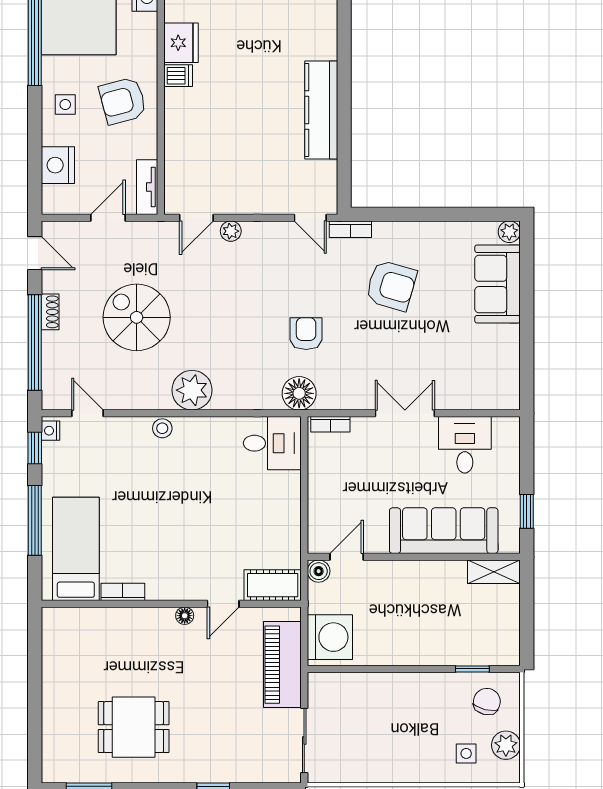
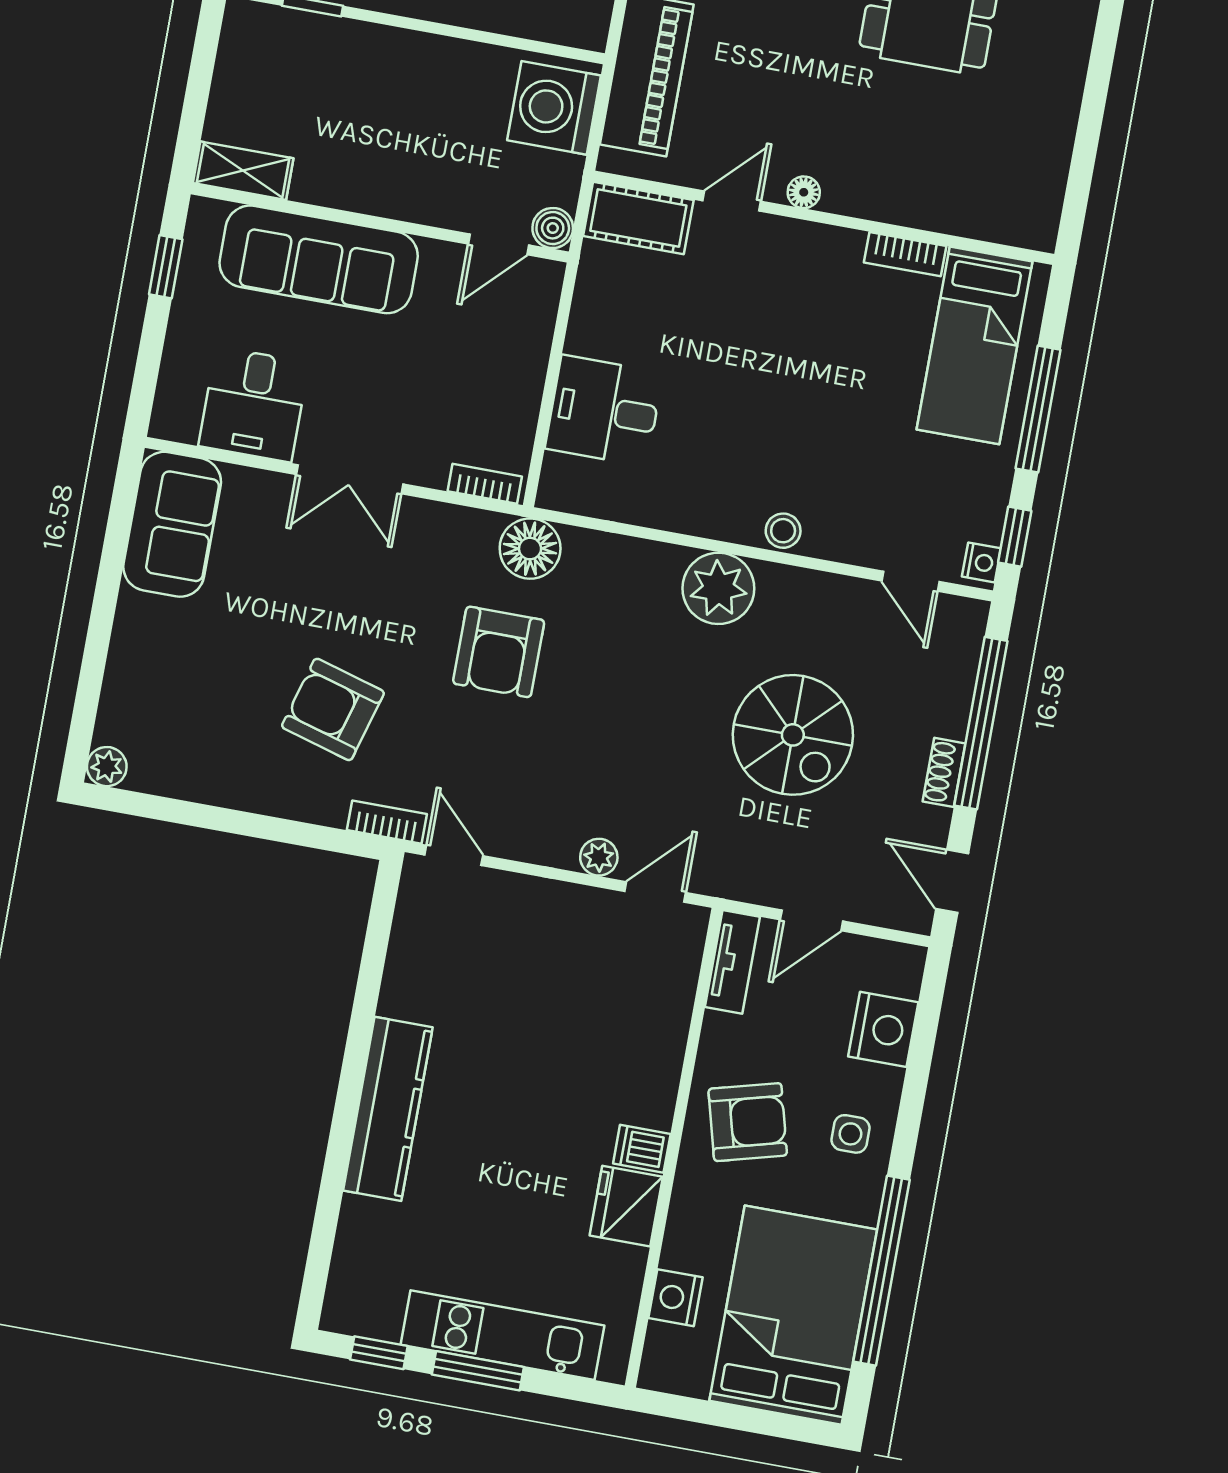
kitchen counter: (321, 110) -> (388, 1109), moved
sofa: (498, 284) -> (172, 524), moved
armchair: (306, 334) -> (499, 652), width x1.38, depth x1.38
desk: (272, 443) -> (604, 411), moved

